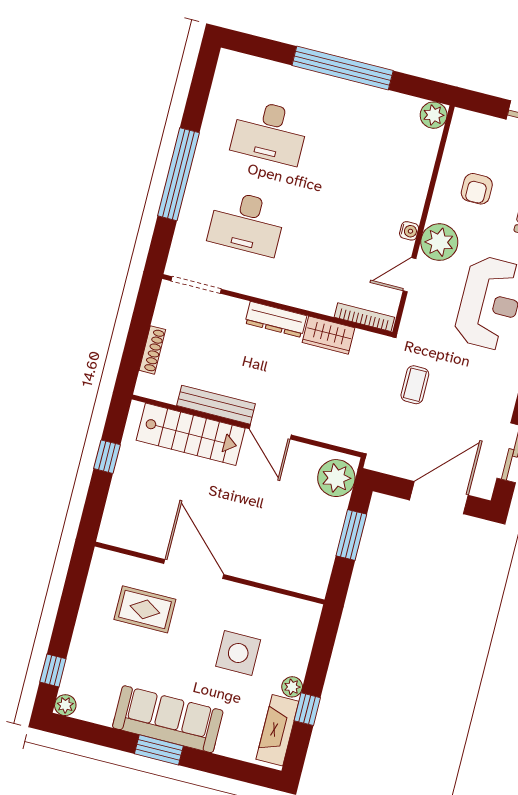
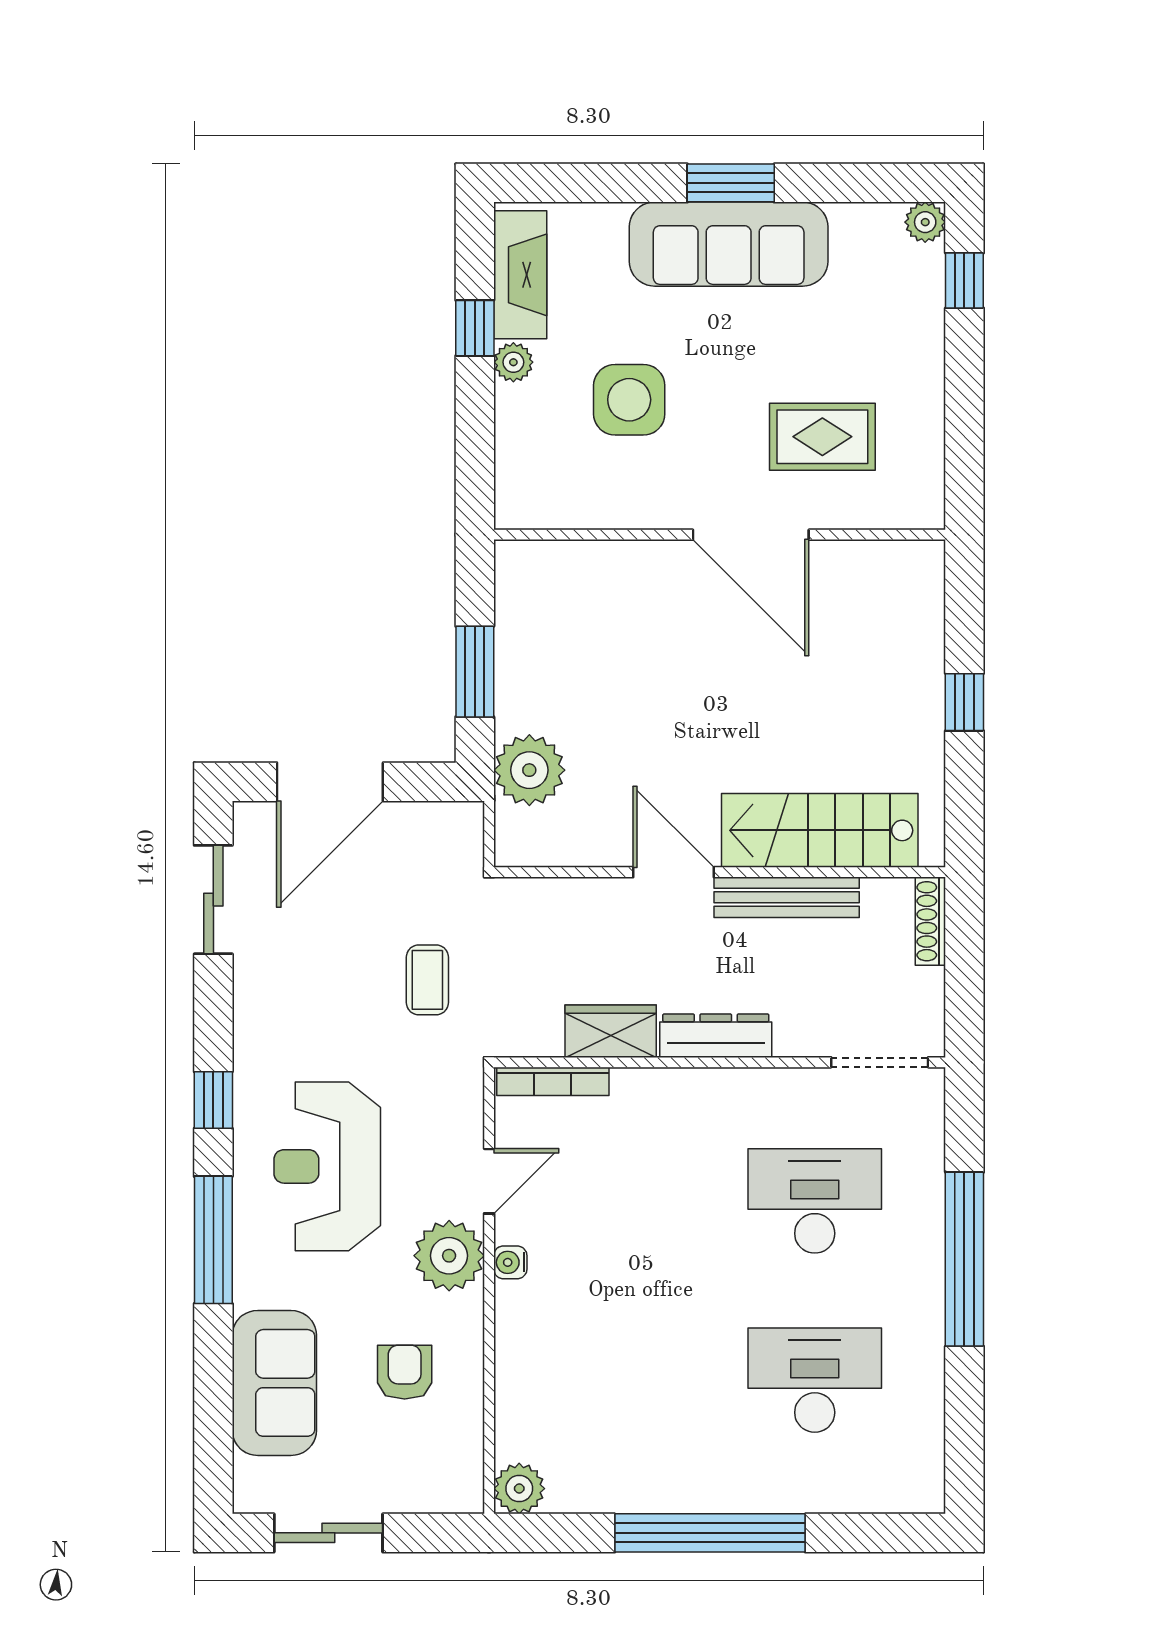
bench: (216, 405) -> (787, 897), moved
wall: (247, 426) -> (720, 872), moved
door: (270, 432) -> (673, 872), moved
stairs: (191, 434) -> (820, 830), moved

